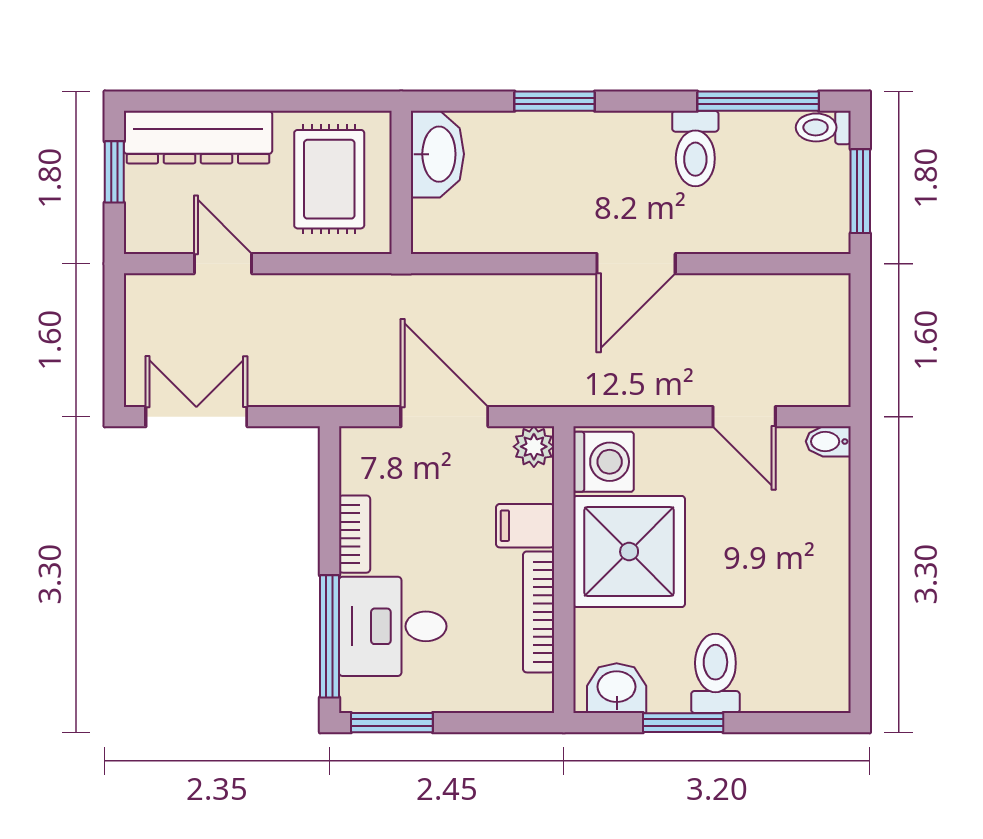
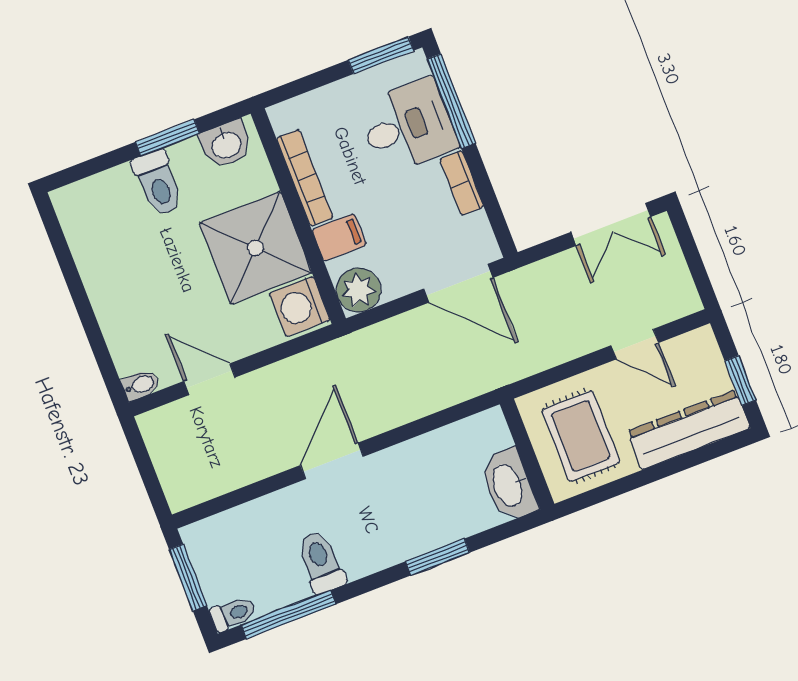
door: (444, 417) -> (458, 283), moved
plant: (534, 447) -> (359, 290), width x1.38, depth x1.38

